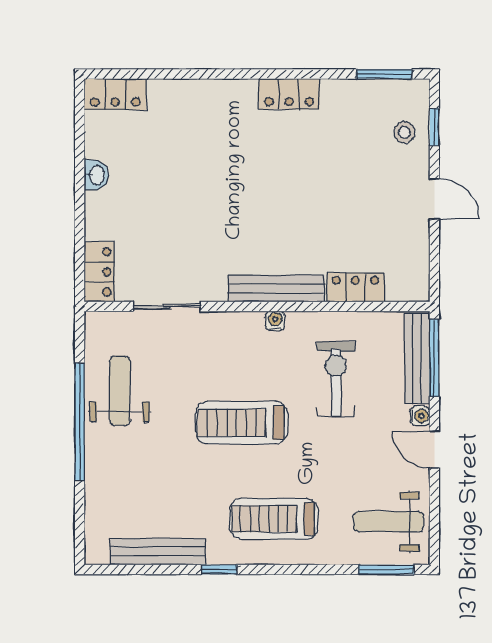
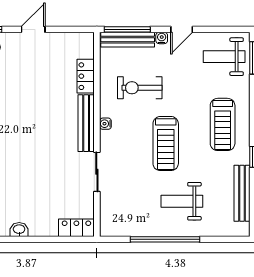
sliding door: (167, 306) -> (97, 172), moved
weight bench: (120, 391) -> (182, 201), moved
weight bench: (388, 522) -> (224, 57), turned 90

